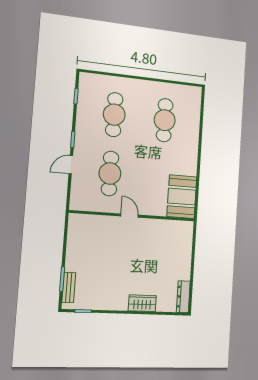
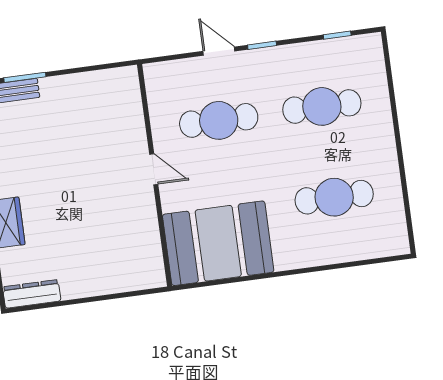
booth: (182, 197) -> (218, 243), width x1.36, depth x1.42
door: (130, 216) -> (154, 169), hinge flipped

